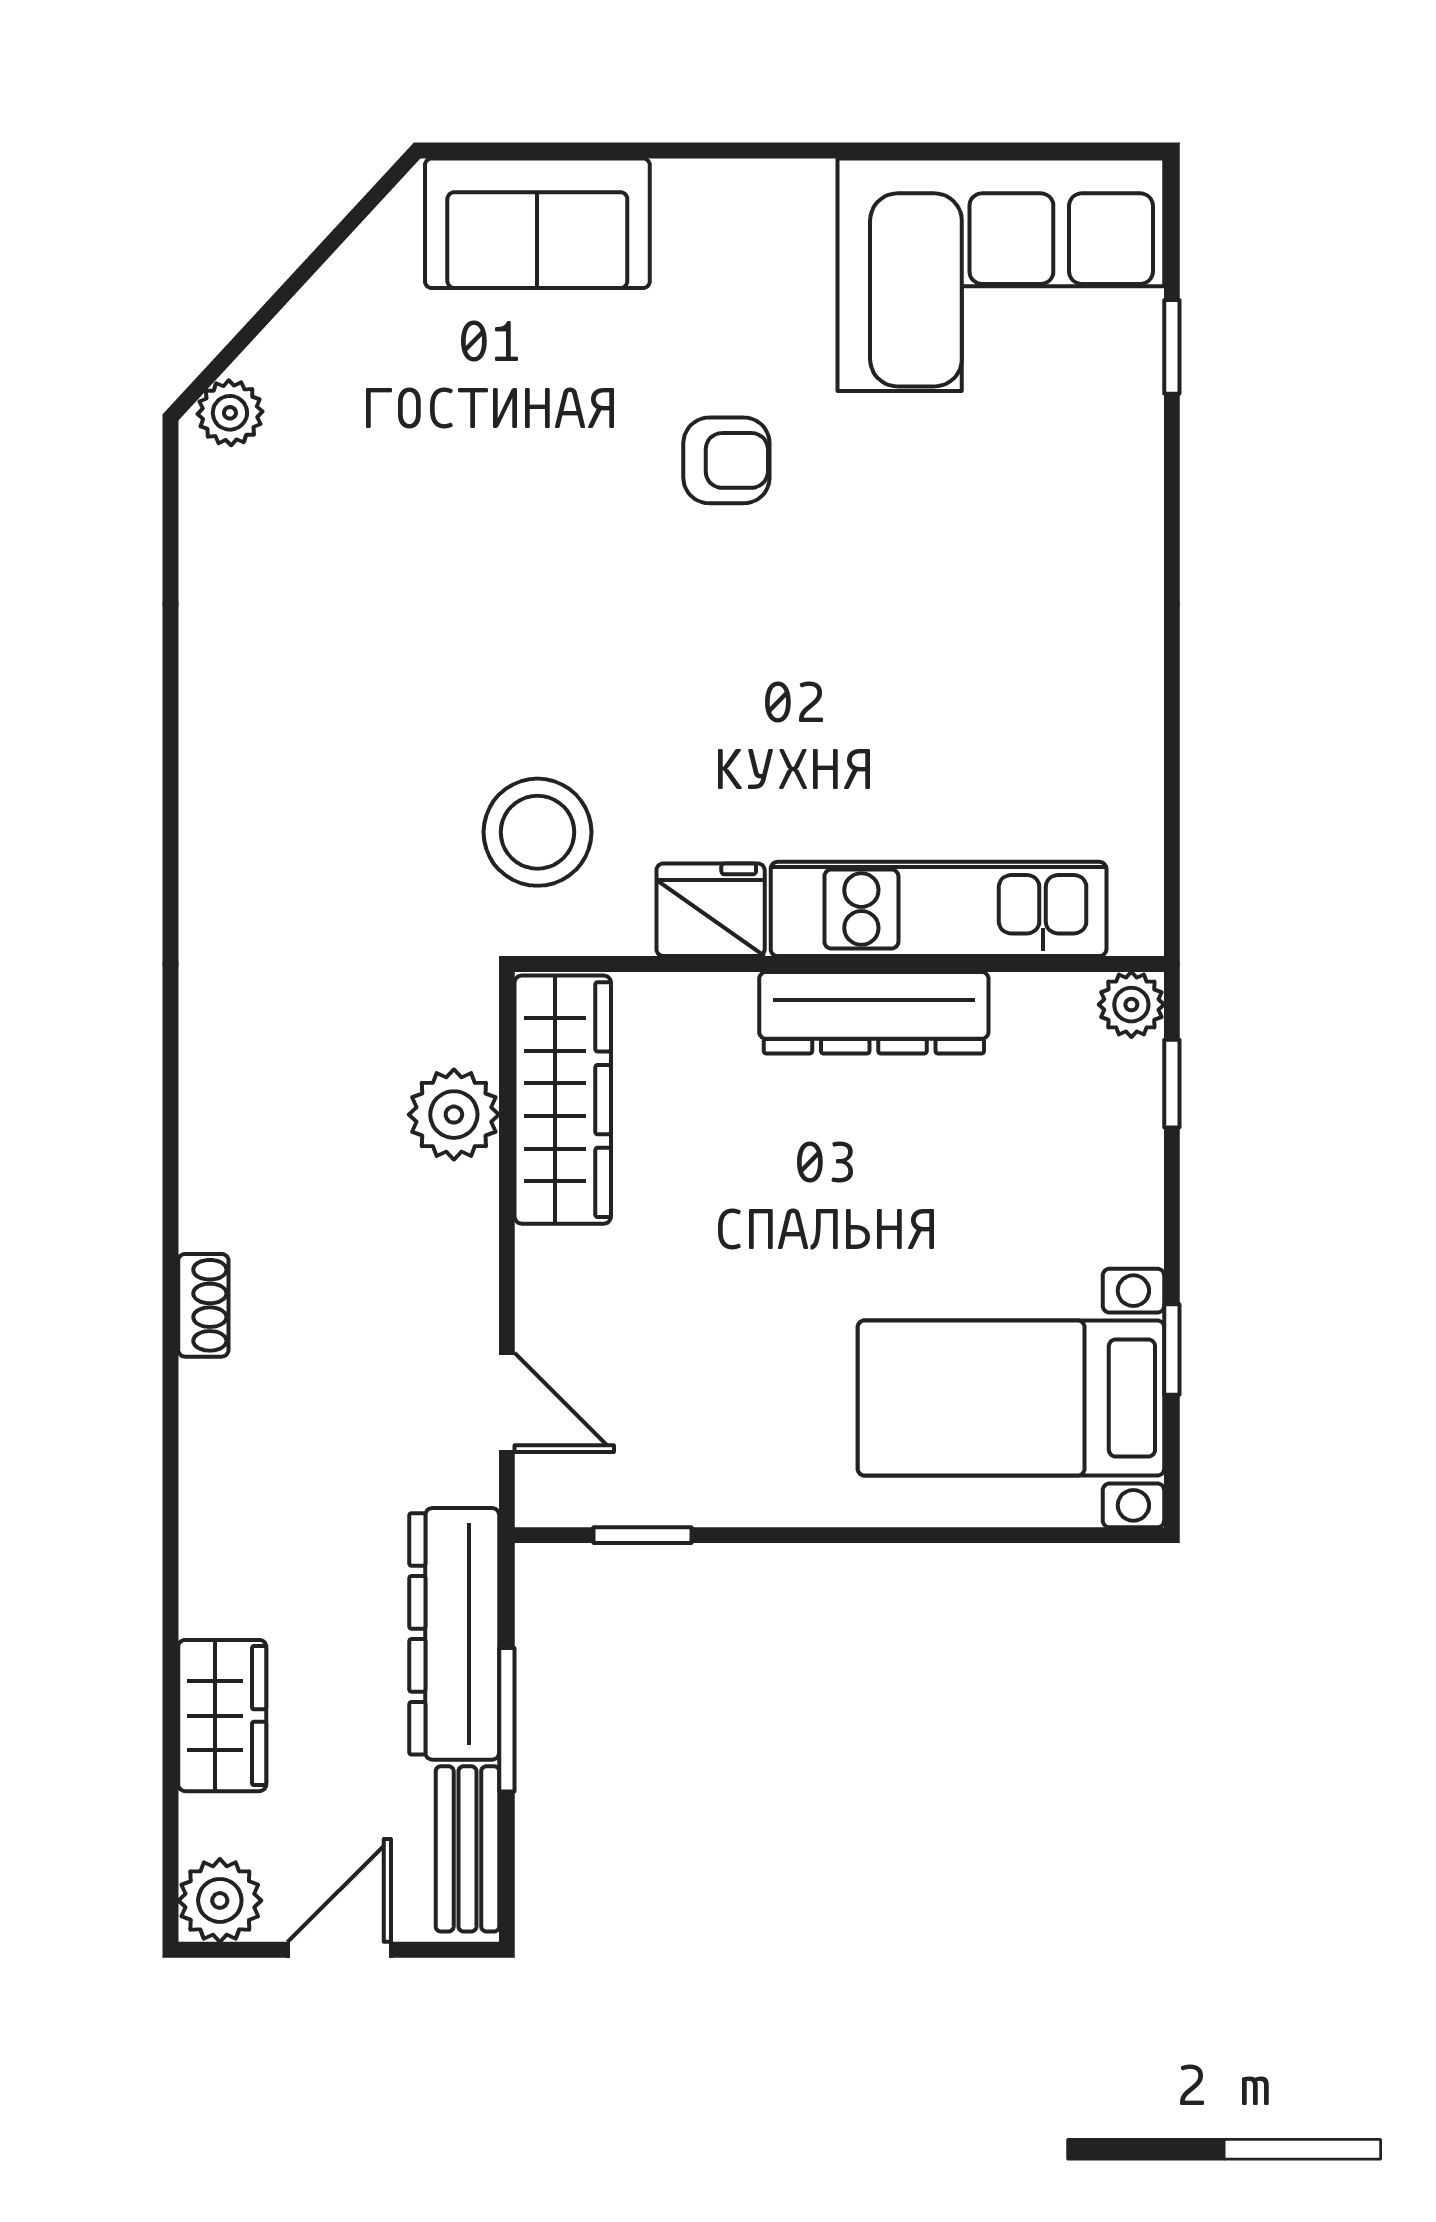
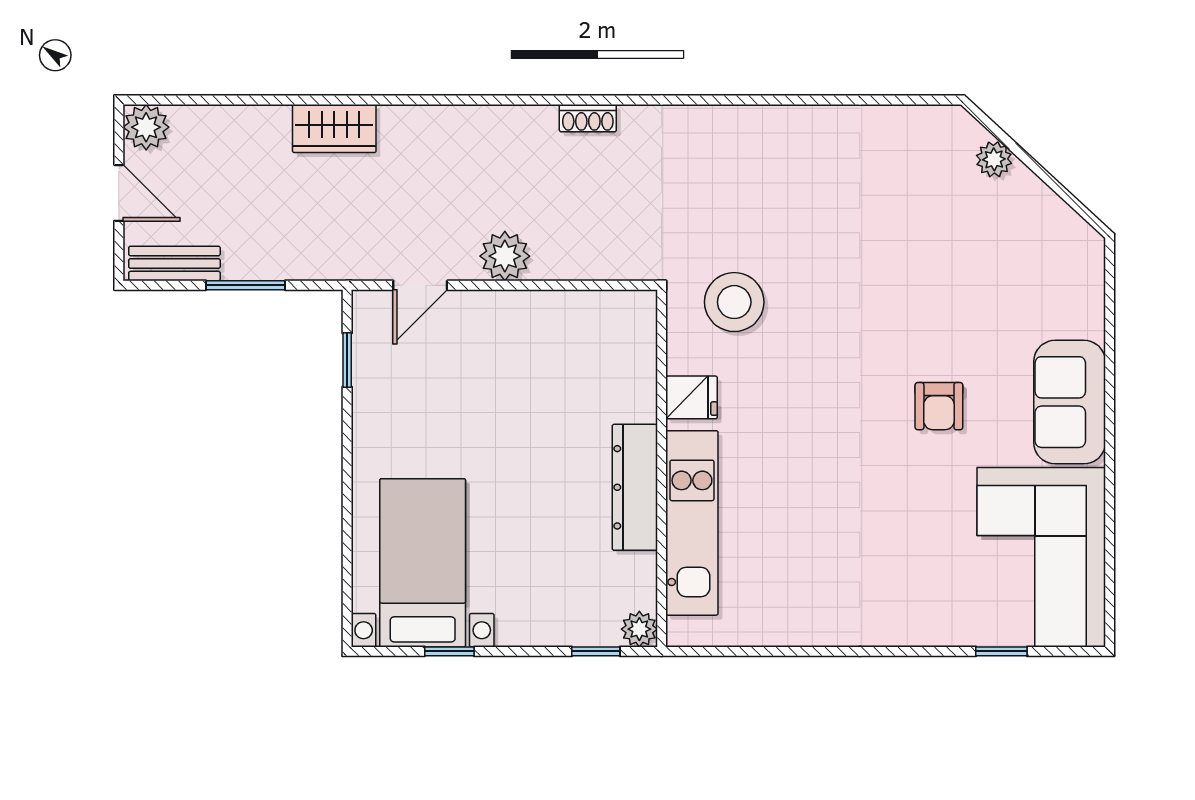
sofa: (537, 223) -> (1070, 402), moved
plant: (230, 413) -> (994, 159), moved
fridge: (711, 910) -> (692, 397), width x0.72
wardrobe: (563, 1100) -> (587, 316), removed
plant: (454, 1115) -> (505, 256), moved
shoe rack: (203, 1305) -> (588, 118), moved
dresser: (454, 1634) -> (293, 256), removed
wardrobe: (222, 1716) -> (334, 128), moved

